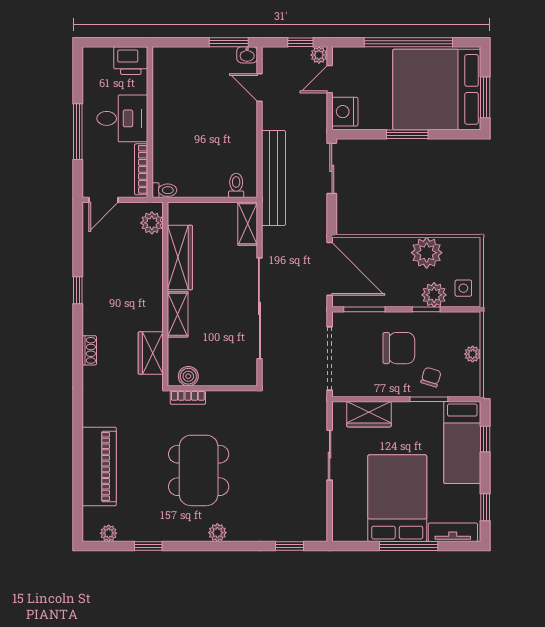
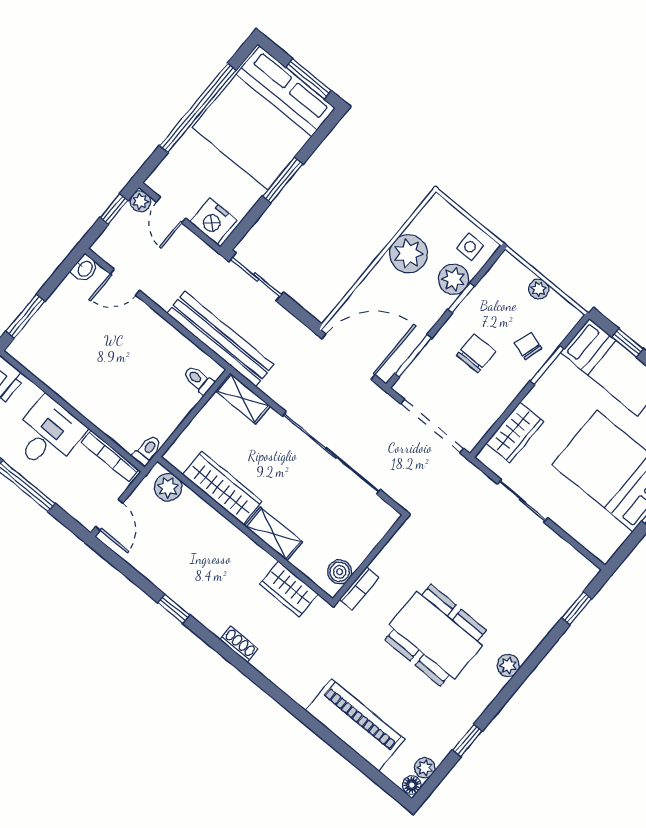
window: (229, 42) -> (25, 316), moved
chair: (399, 348) -> (476, 353), width x0.73, depth x0.73
floor lamp: (91, 534) -> (412, 785), added

